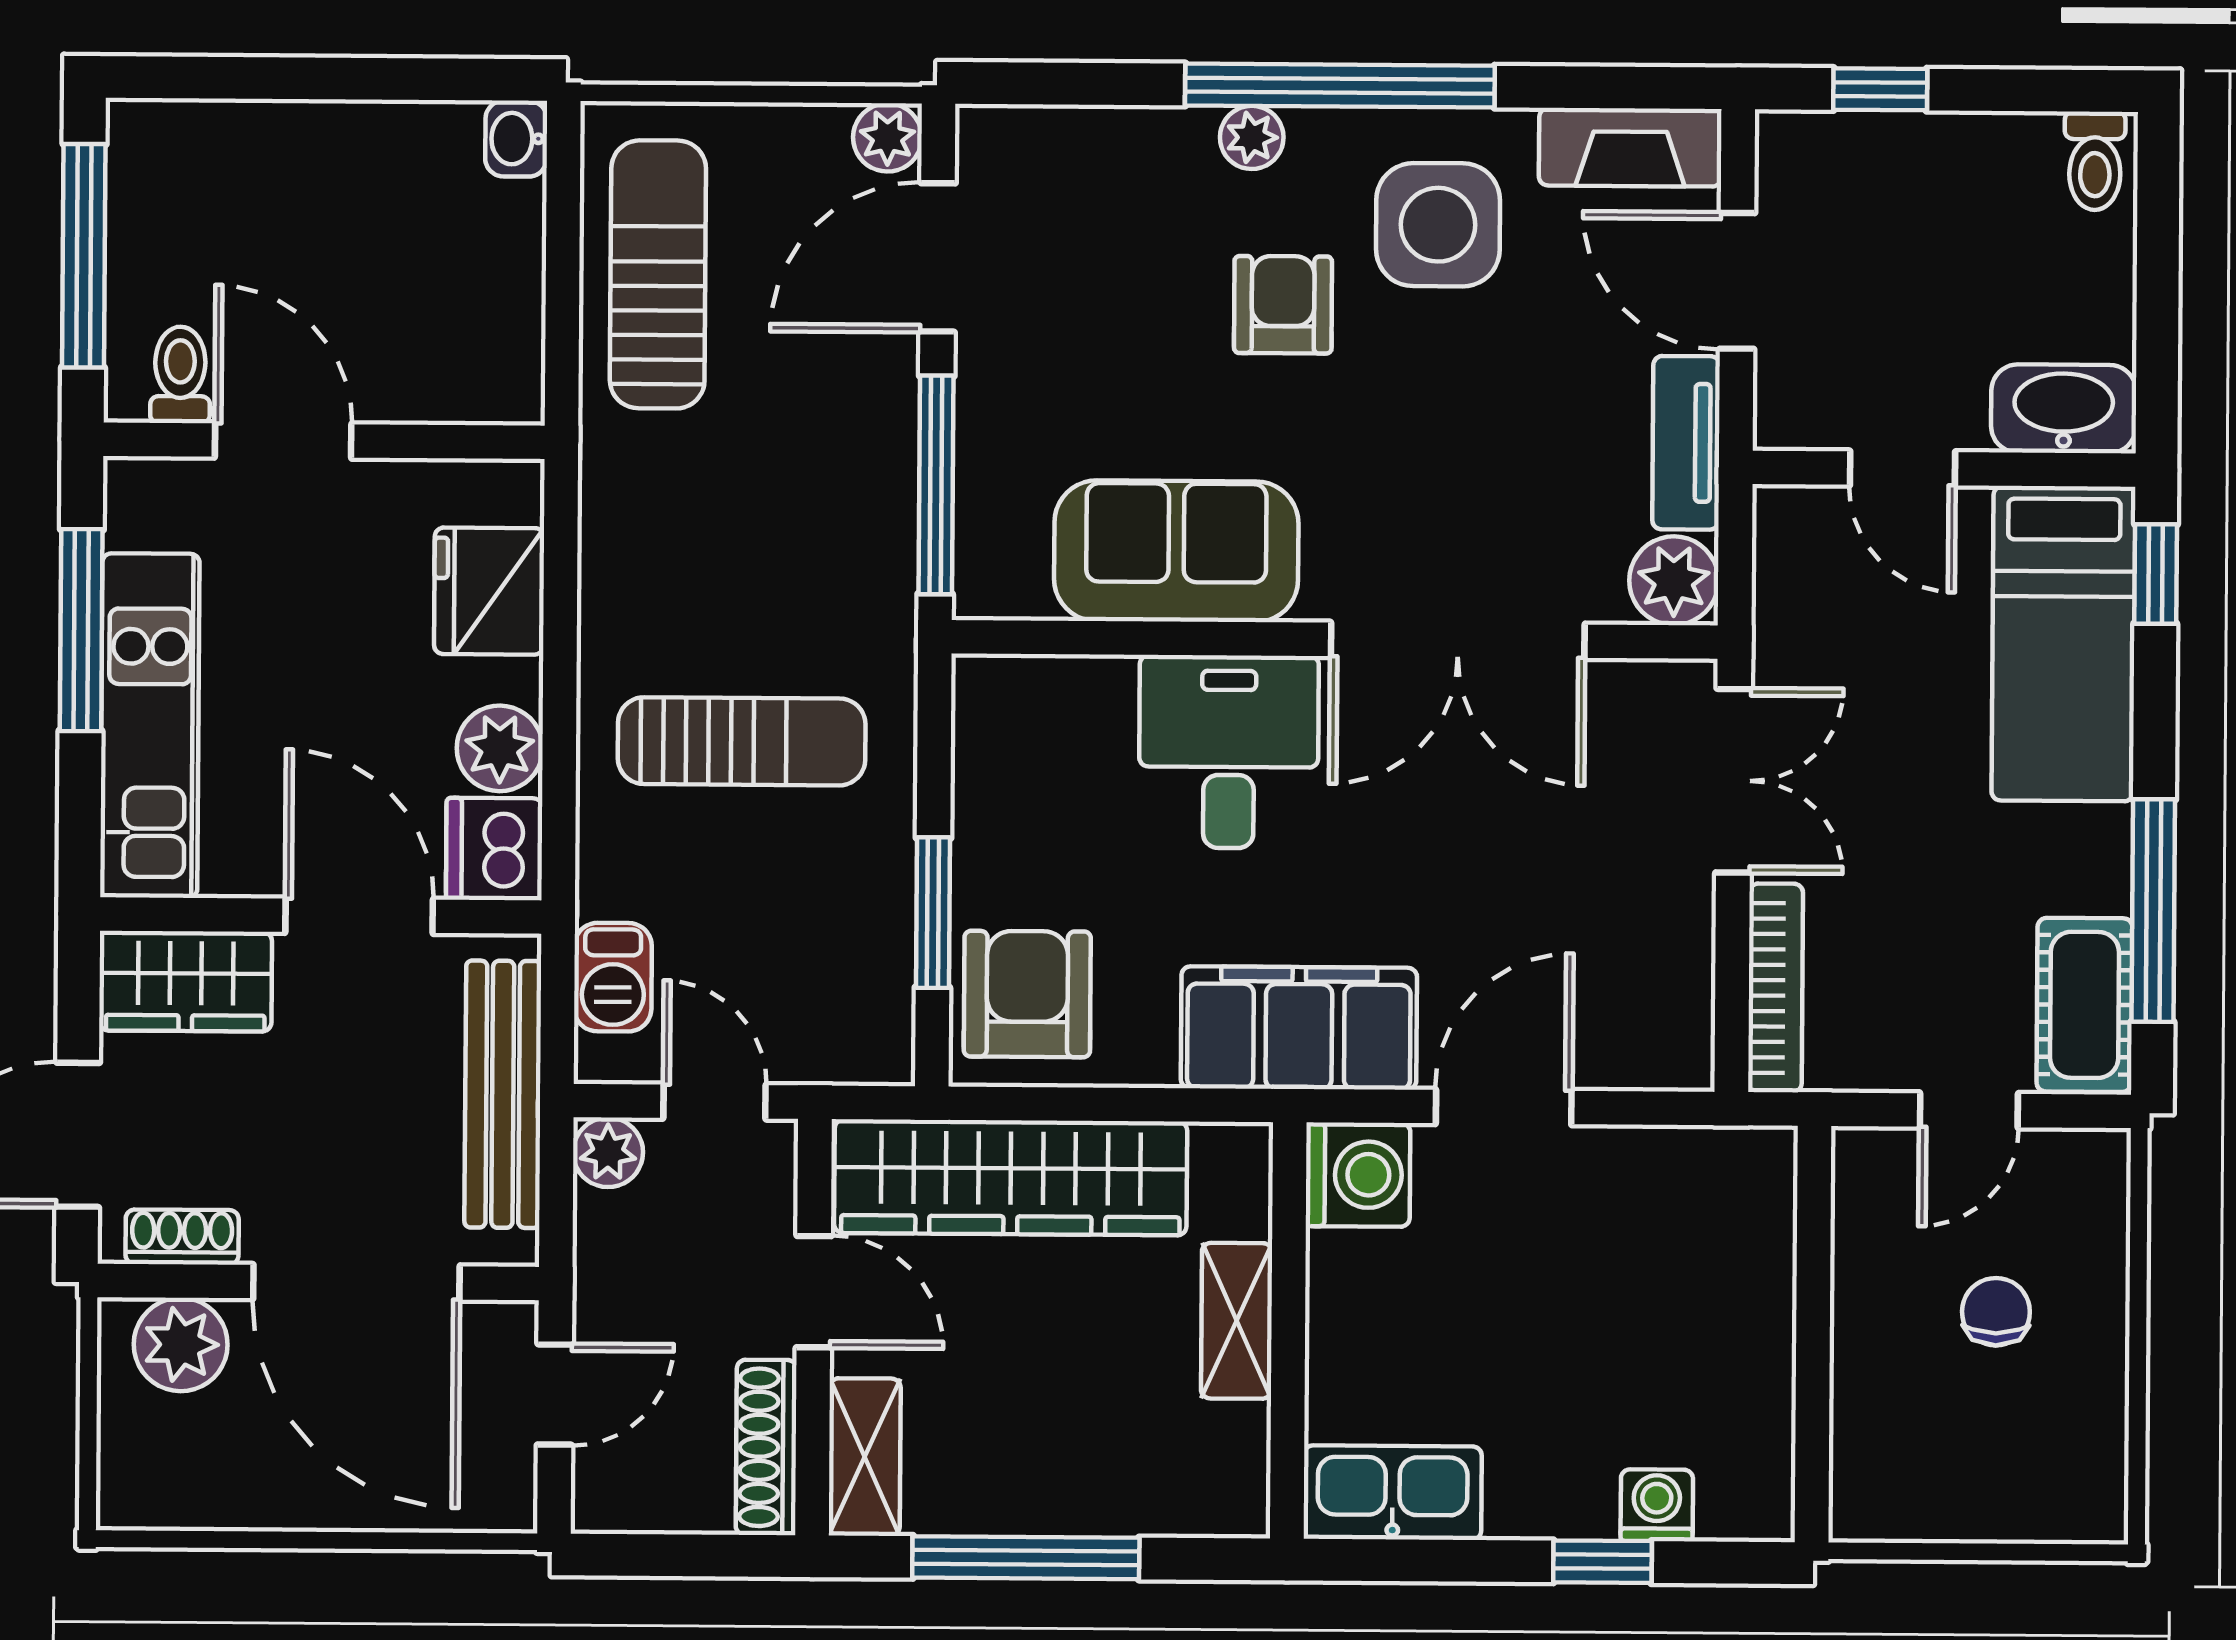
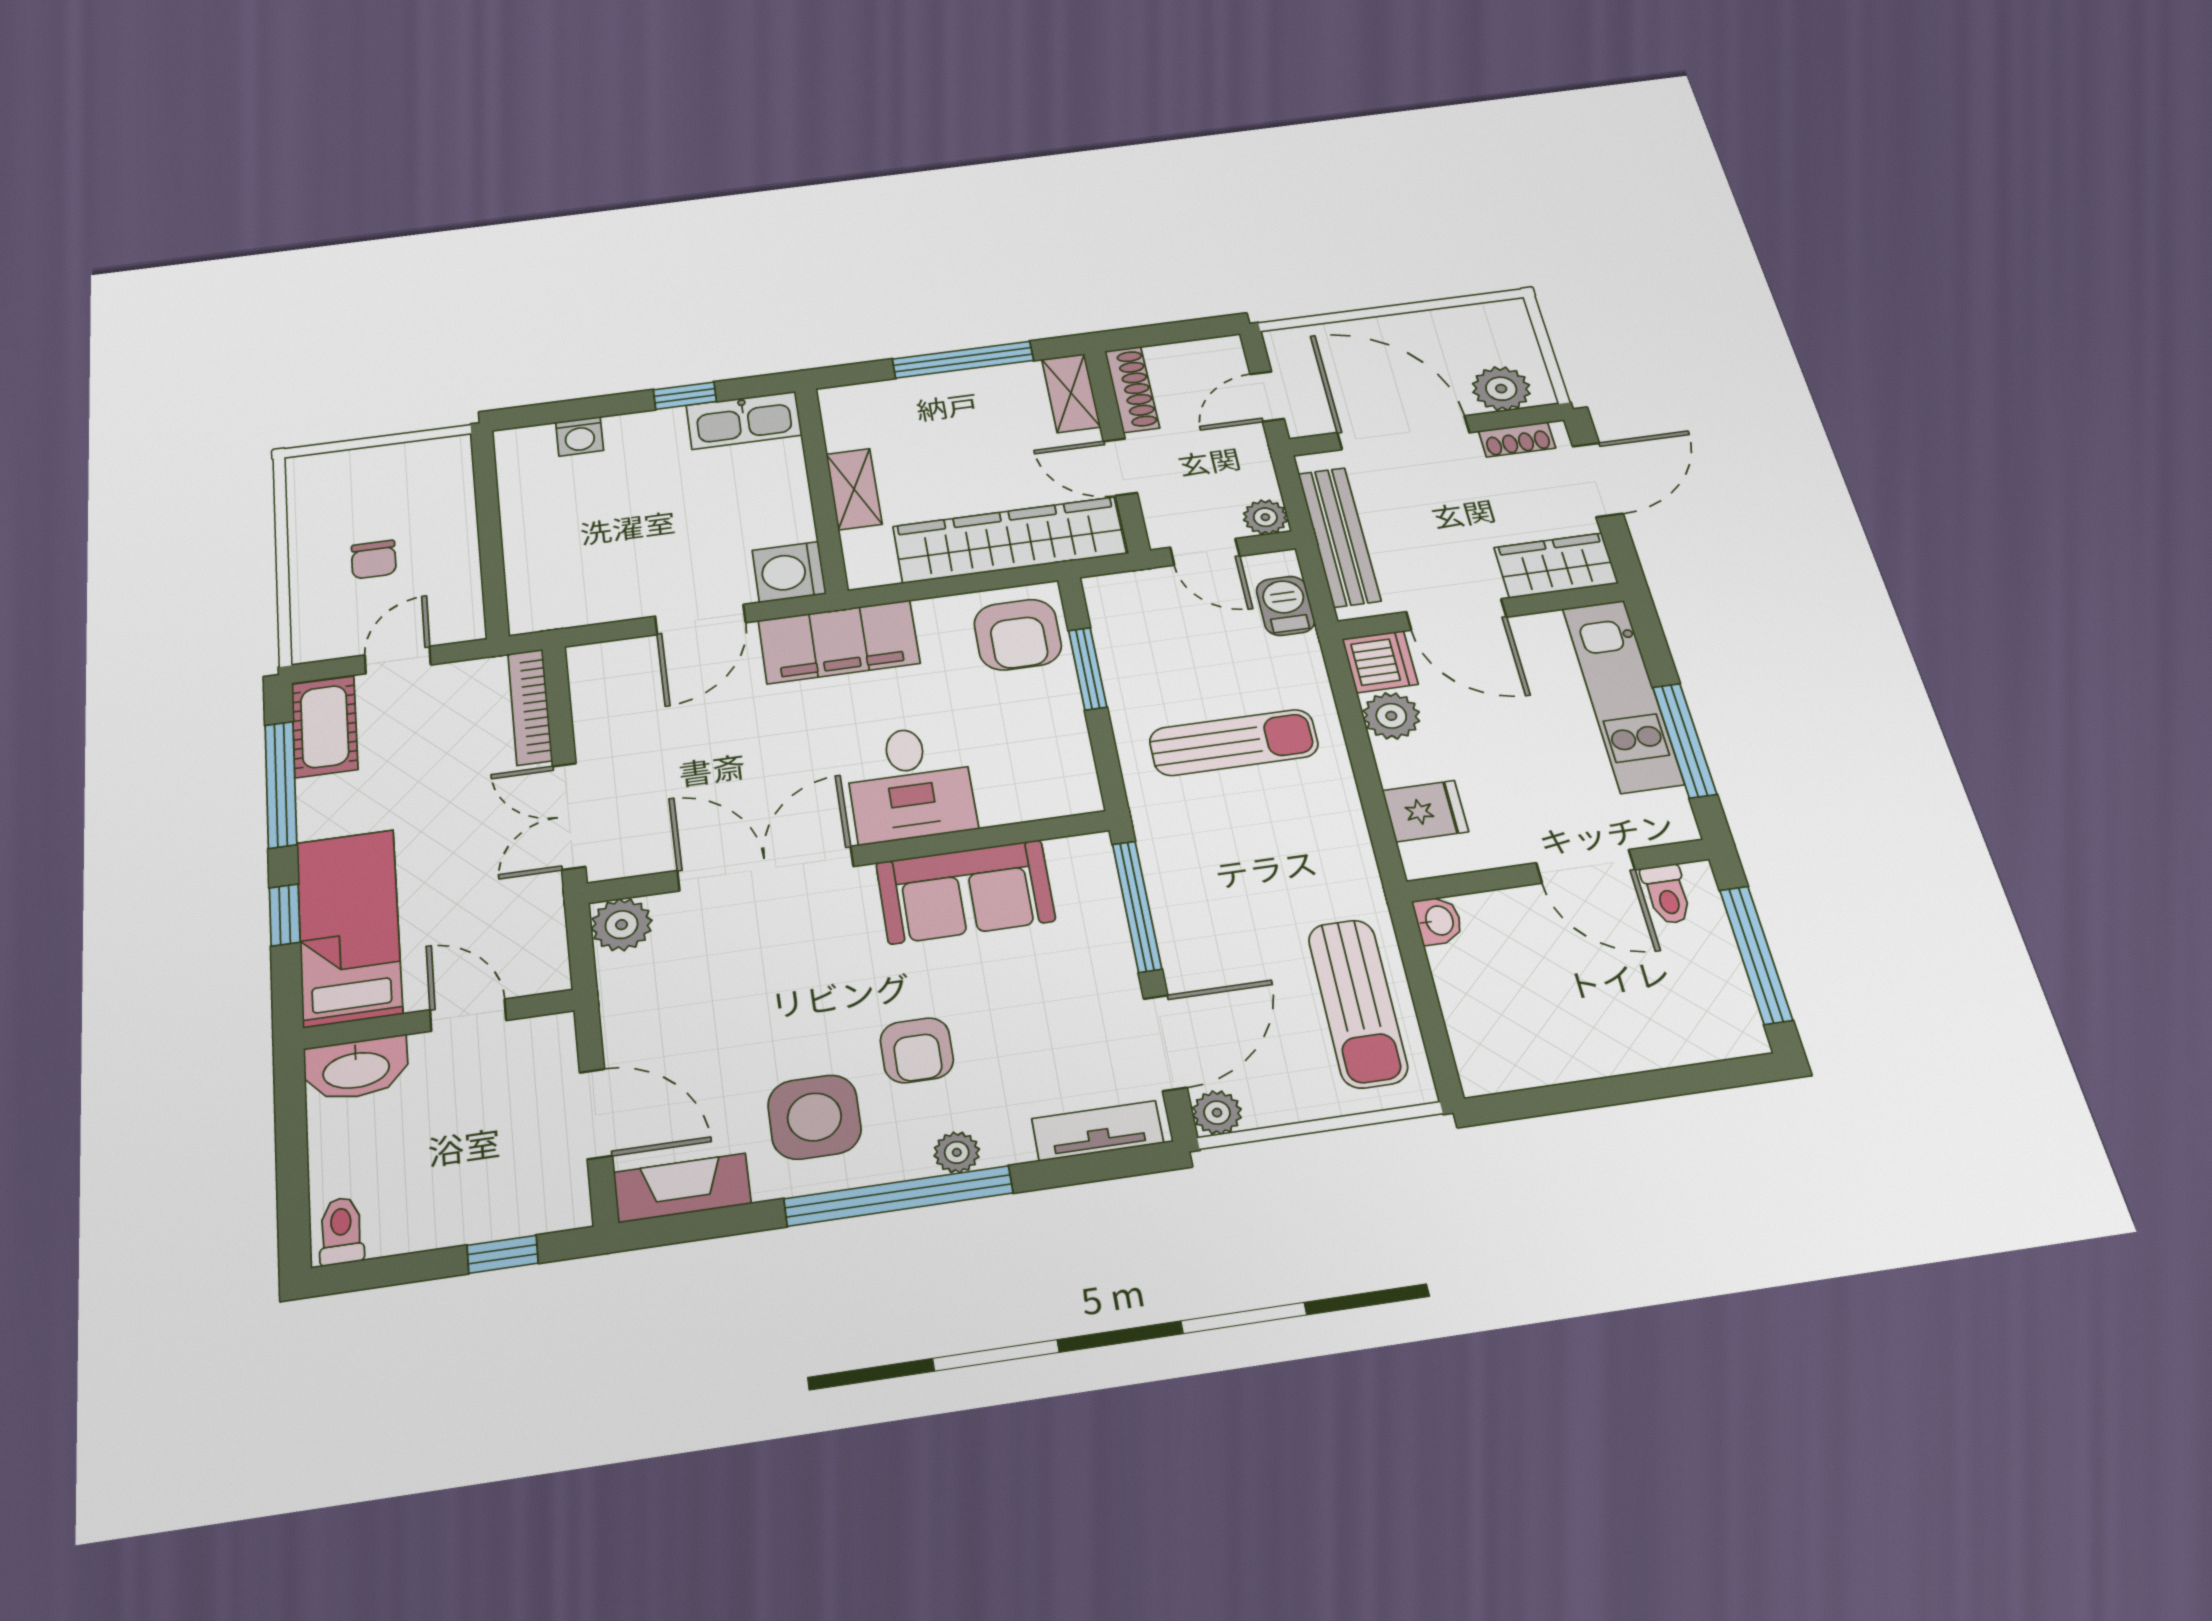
washbasin: (516, 139) -> (1438, 921), moved
tv unit: (1686, 443) -> (1098, 1131), moved, turned -90
window: (2156, 574) -> (285, 915), moved
fridge: (489, 591) -> (1425, 811), width x0.72
sun lounger: (742, 741) -> (1234, 743), turned 180
window: (1602, 1562) -> (685, 396), moved

